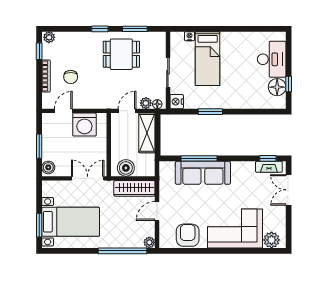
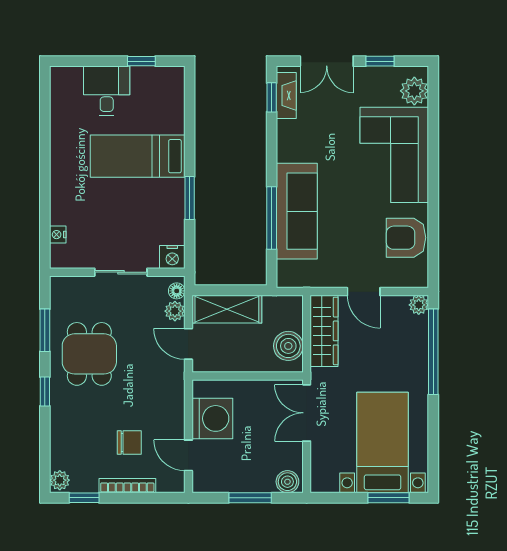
bed: (208, 59) -> (138, 156), moved, turned 180
desk: (272, 59) -> (107, 91), width x0.73
floor lamp: (277, 87) -> (147, 81), removed
window: (289, 220) -> (380, 61), added

